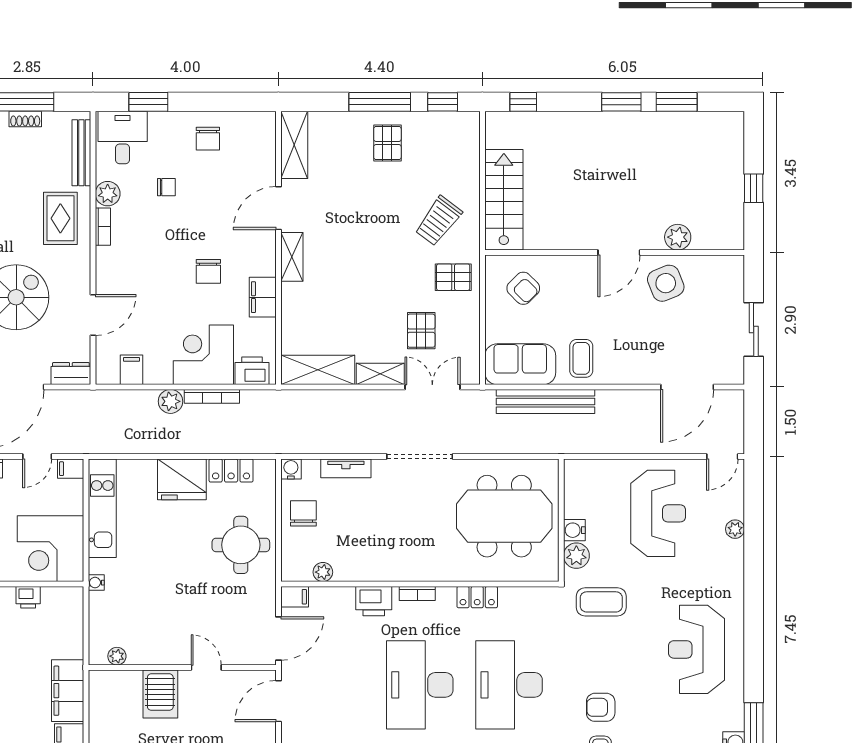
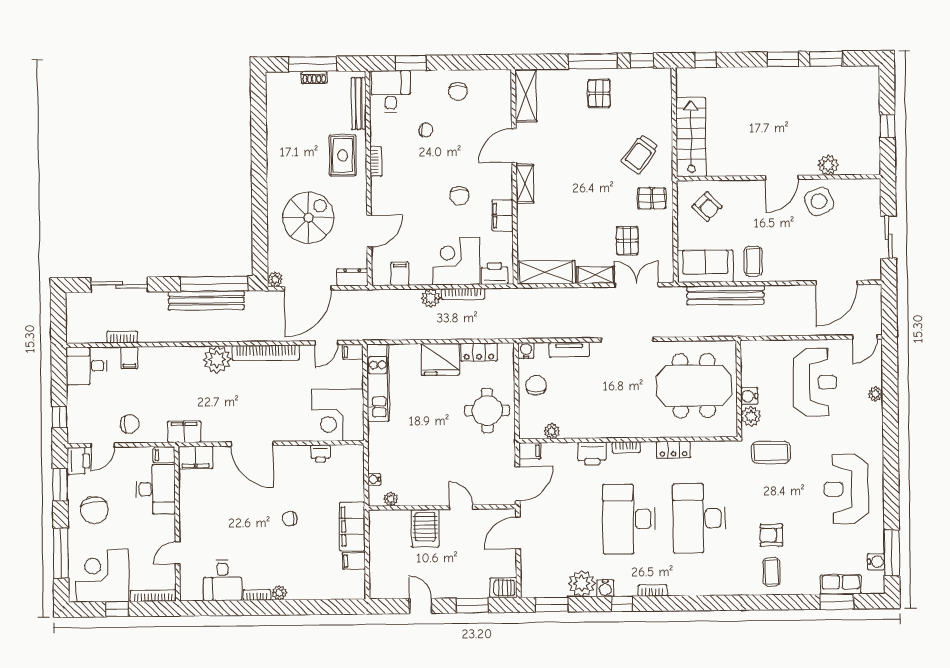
plant: (108, 194) -> (380, 136), removed
water cooler: (96, 583) -> (374, 479), moved

